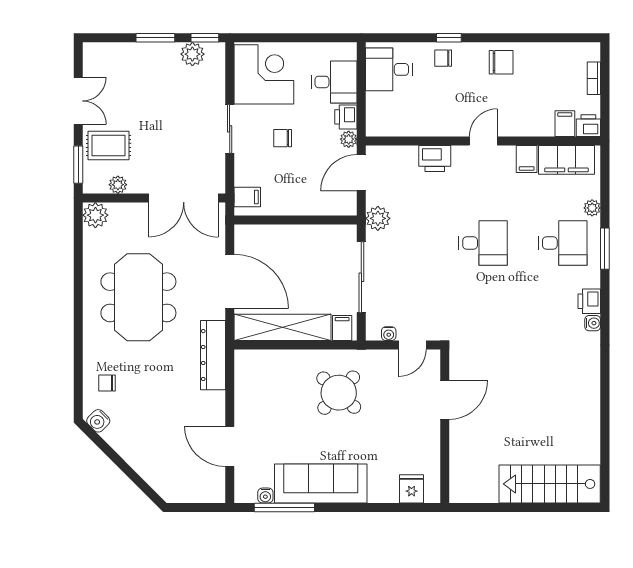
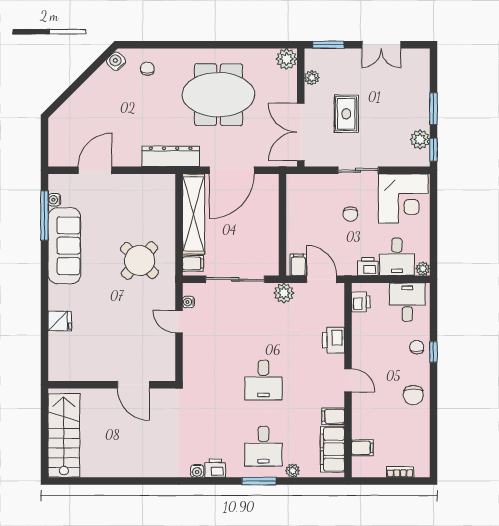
printer: (588, 126) -> (361, 302), moved
chair: (283, 138) -> (350, 214), turned 180
plant: (349, 139) -> (423, 269), moved
rug: (109, 145) -> (346, 114), moved
filing cabinet: (247, 197) -> (298, 265), moved, turned 180
door: (445, 400) -> (133, 385), moved
wall: (445, 426) -> (112, 385), moved

